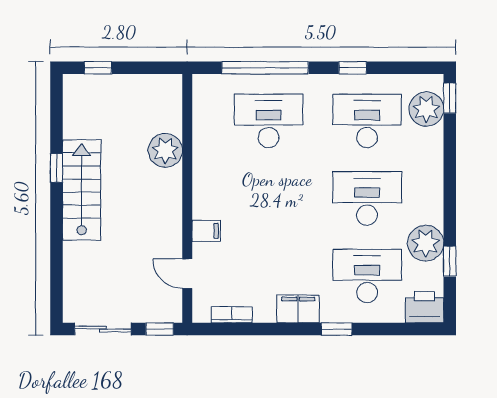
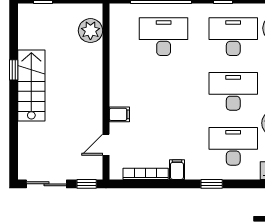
plant: (165, 150) -> (90, 31), moved
door: (187, 274) -> (106, 145), hinge flipped
filing cabinet: (298, 309) -> (177, 170), width x0.50
bookcase: (232, 315) -> (146, 174), width x1.56

